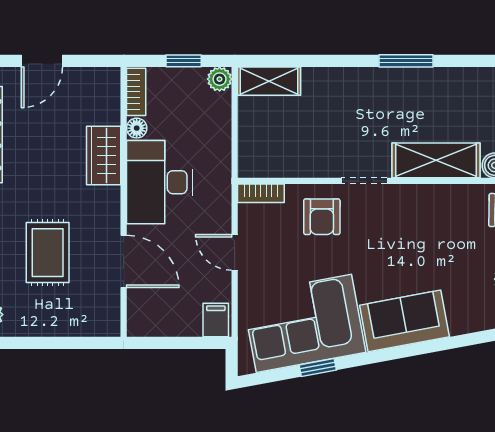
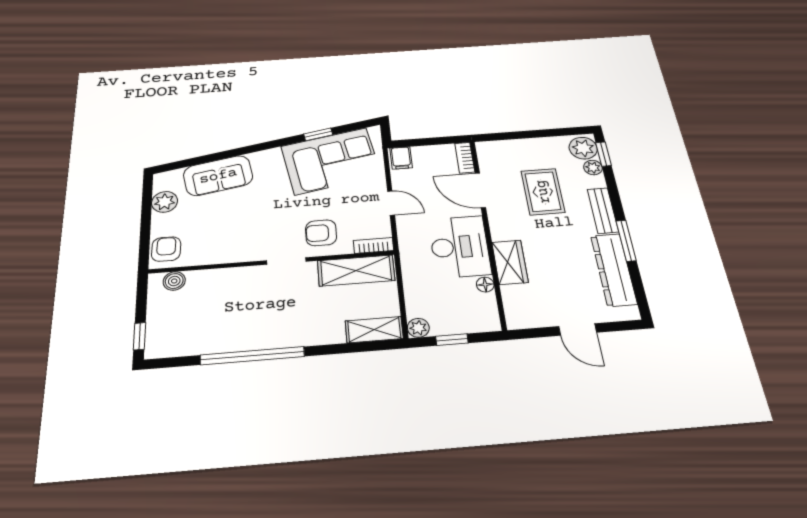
door: (42, 61) -> (578, 329), swing flipped
window: (406, 61) -> (252, 356), width x2.11
bookcase: (136, 92) -> (465, 158), moved
shelving: (436, 160) -> (356, 271), moved
armchair: (322, 217) -> (321, 233), turned -90
sofa: (404, 321) -> (218, 176), moved

